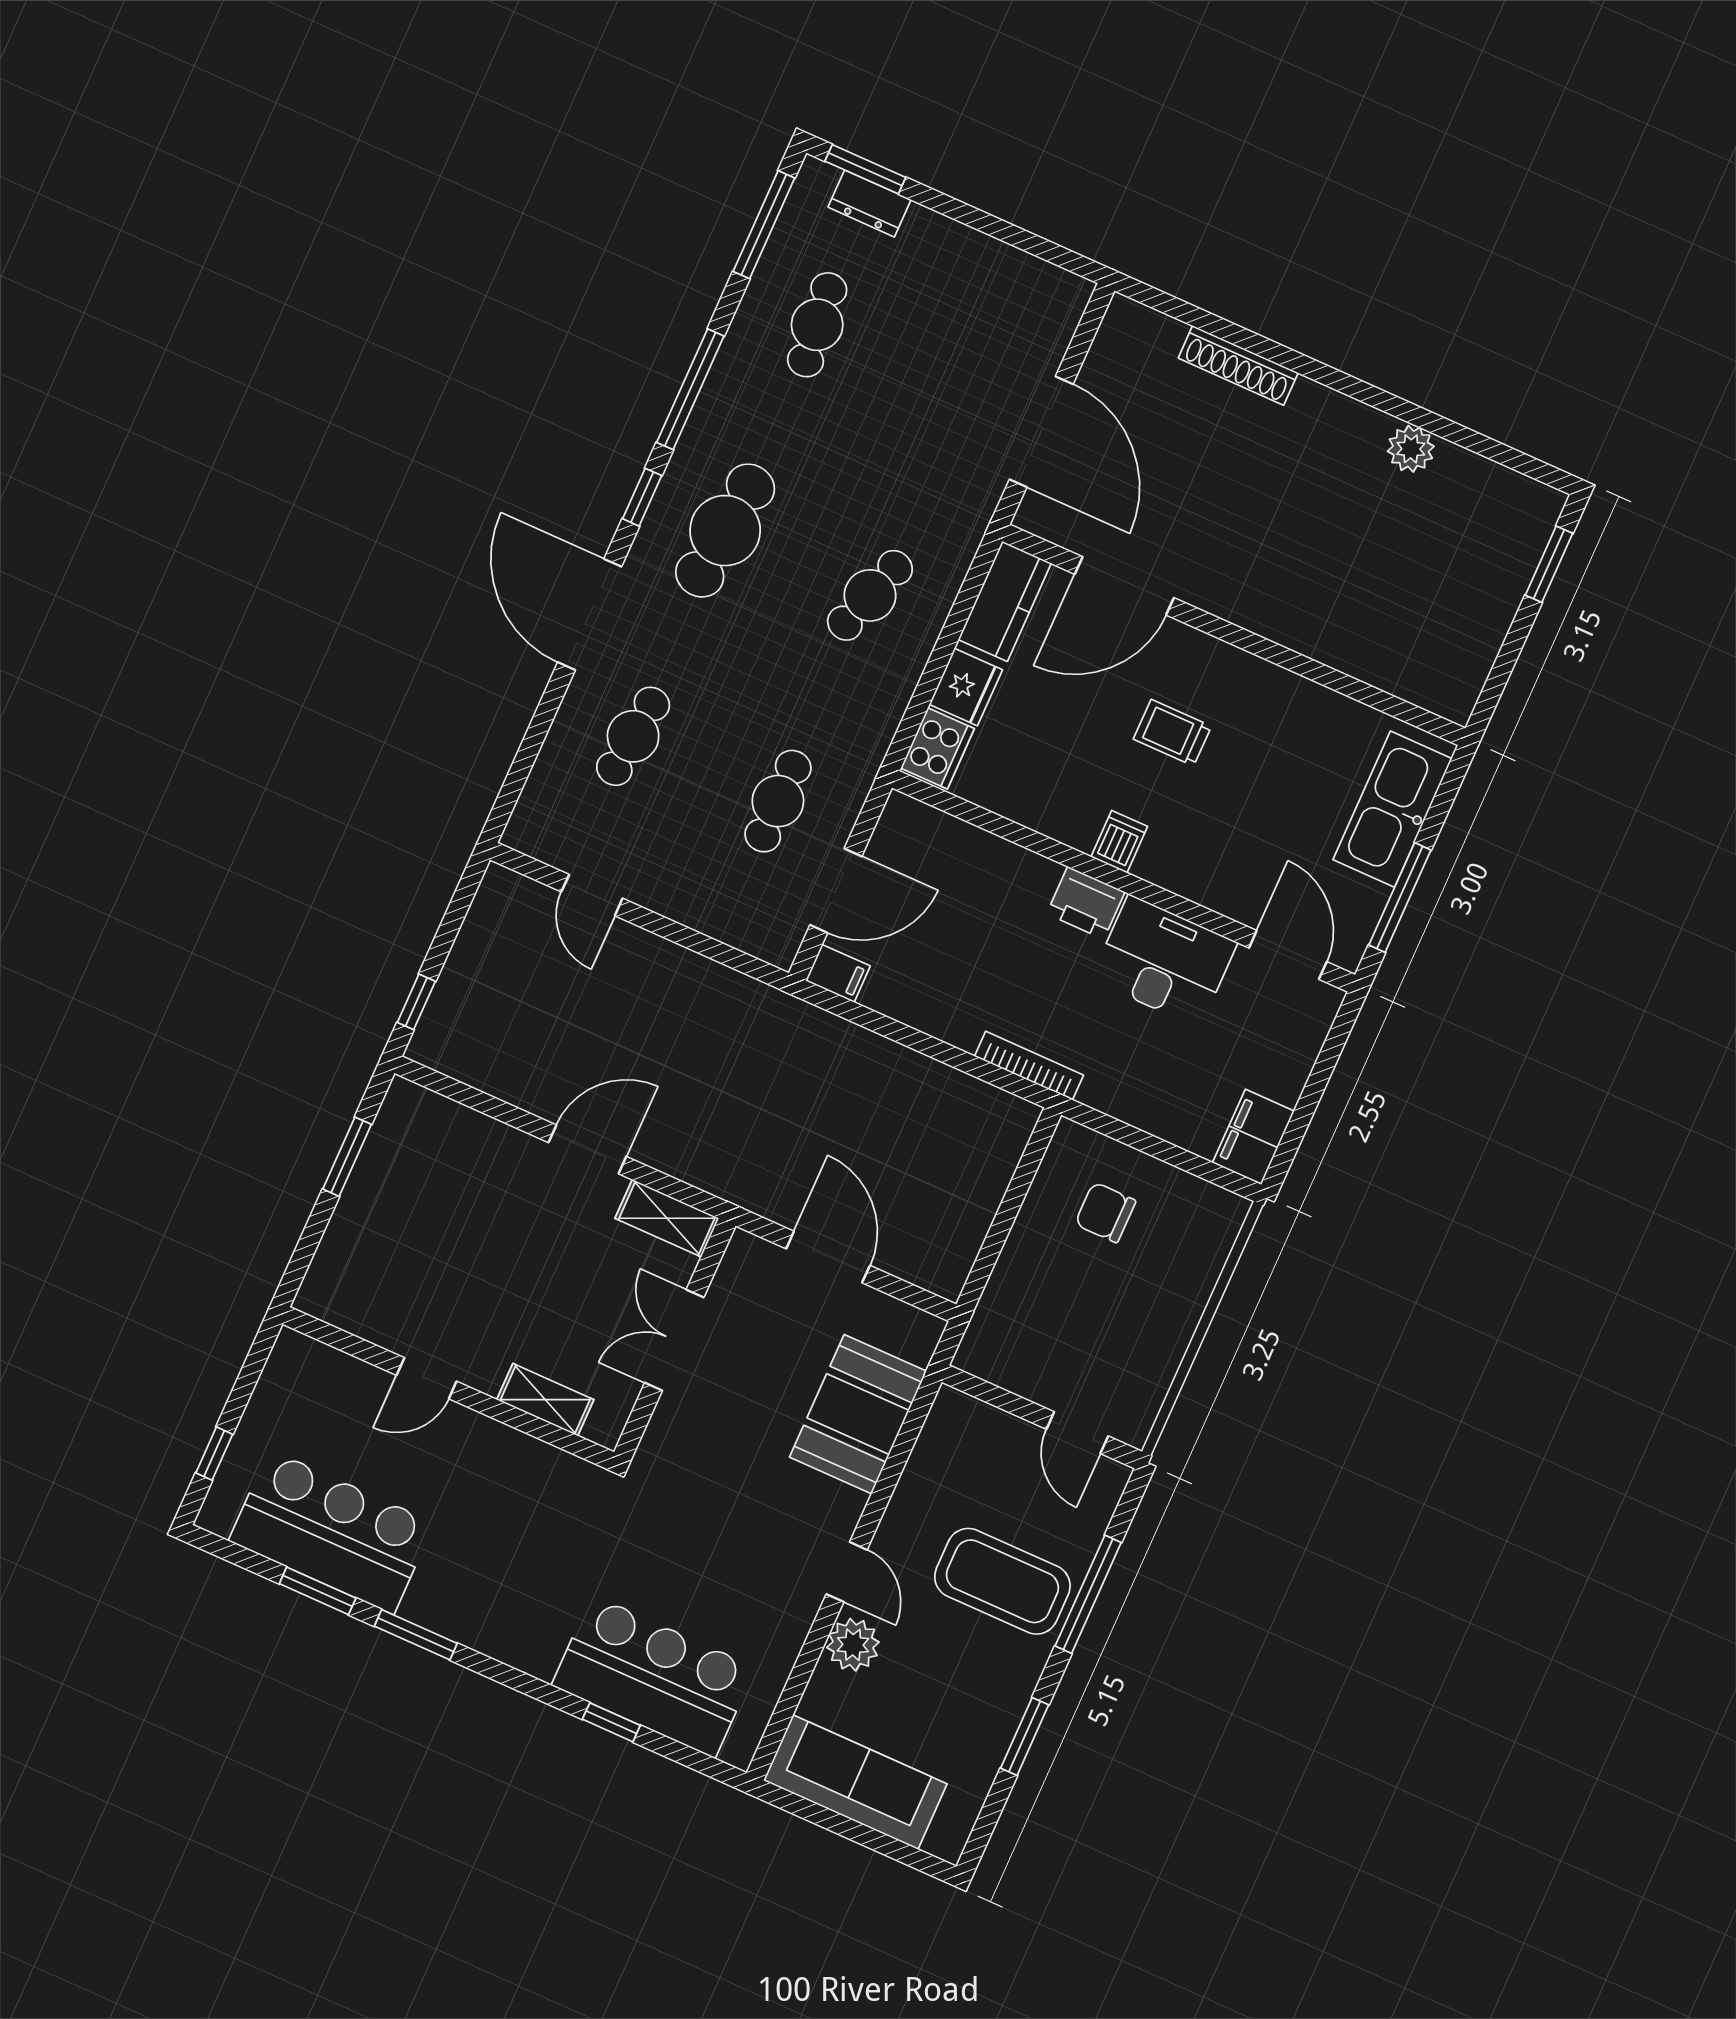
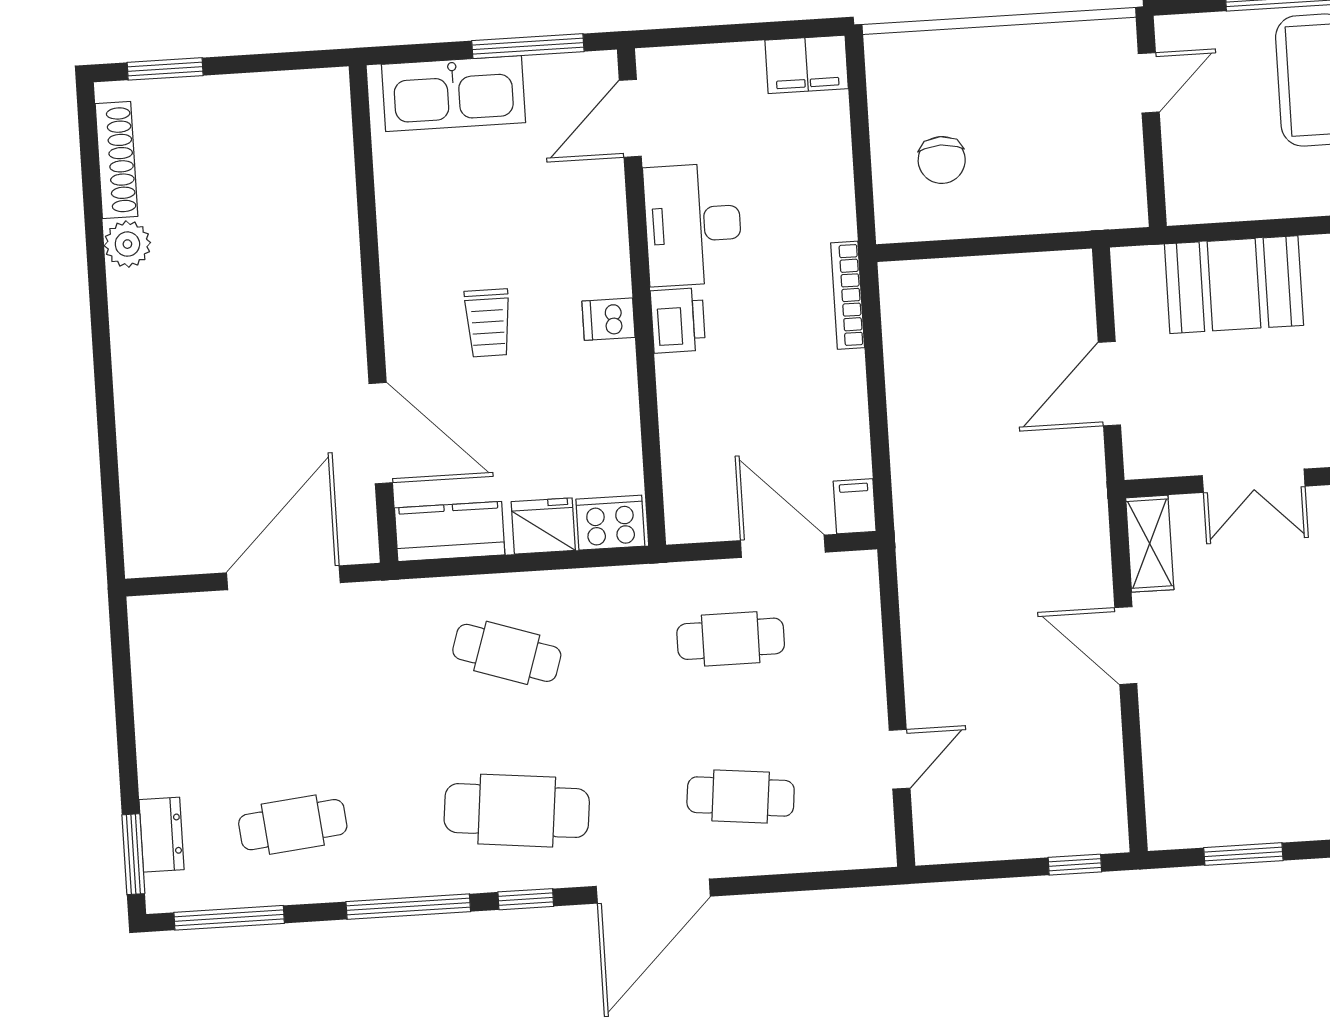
shoe rack: (1238, 365) -> (117, 160), moved

